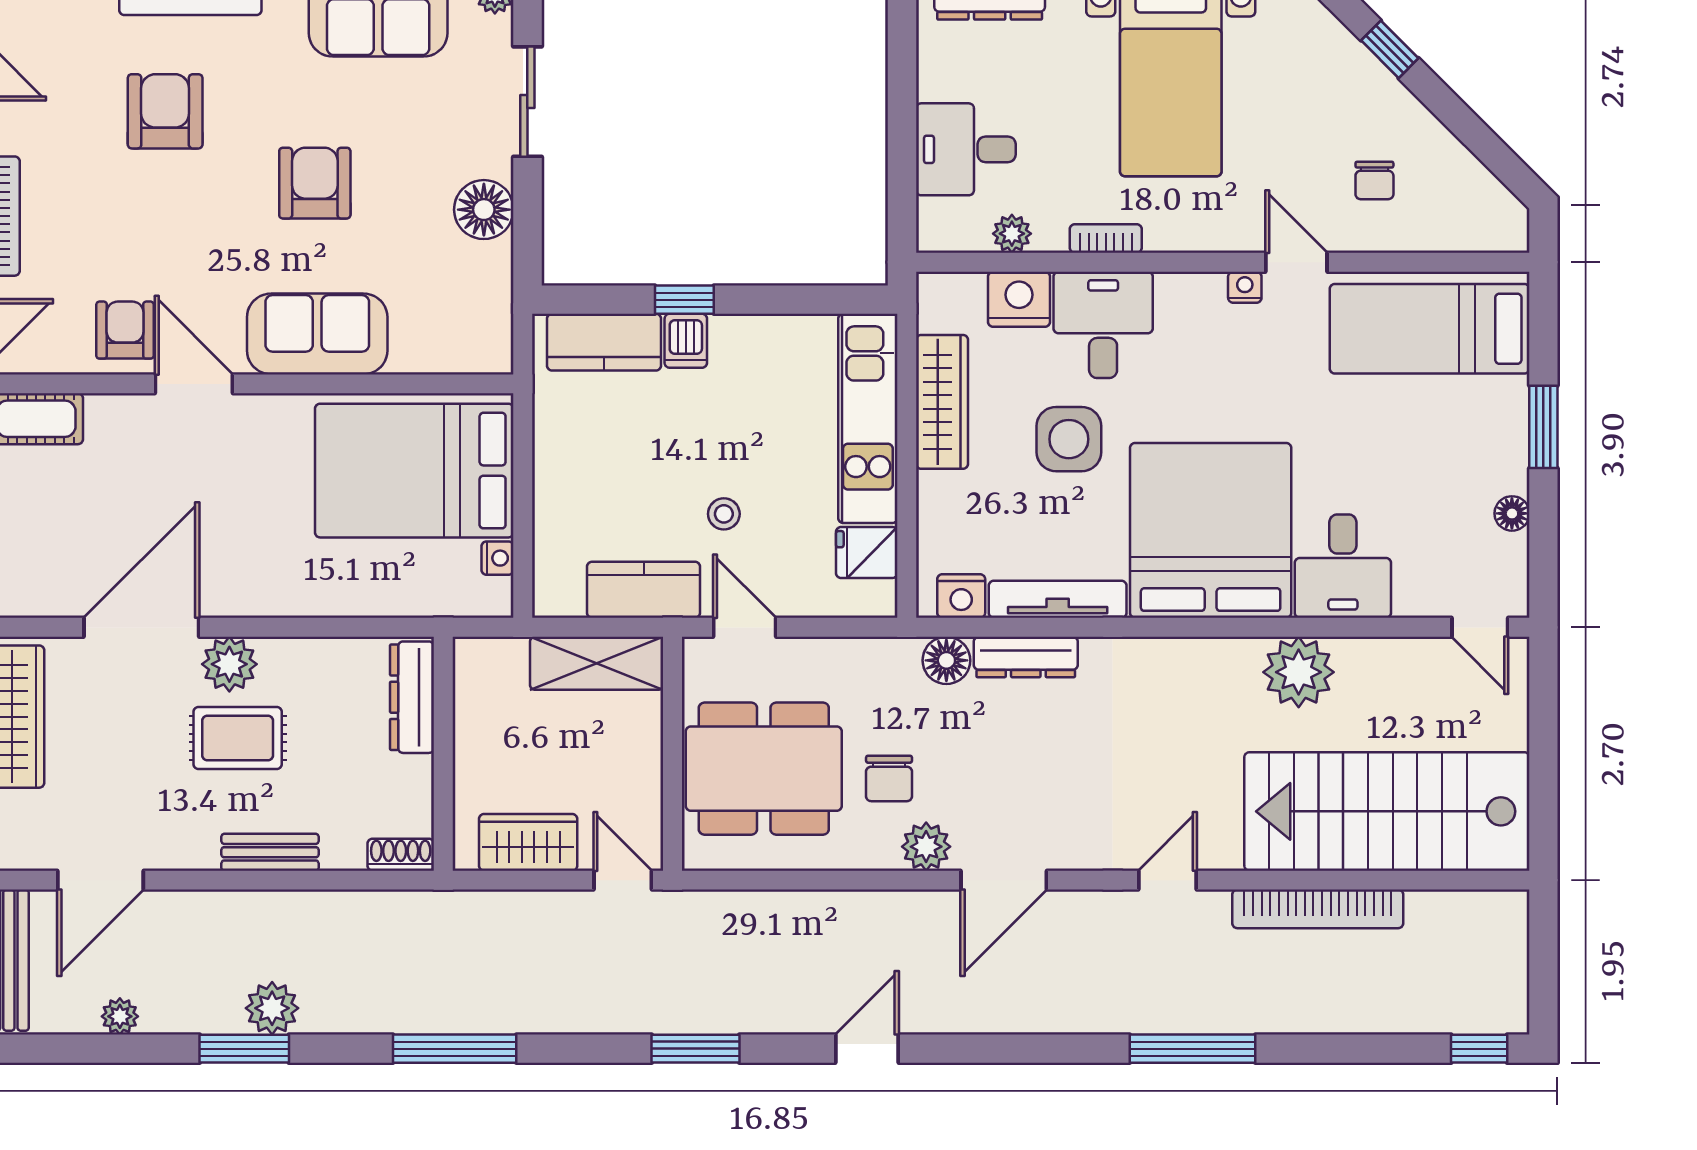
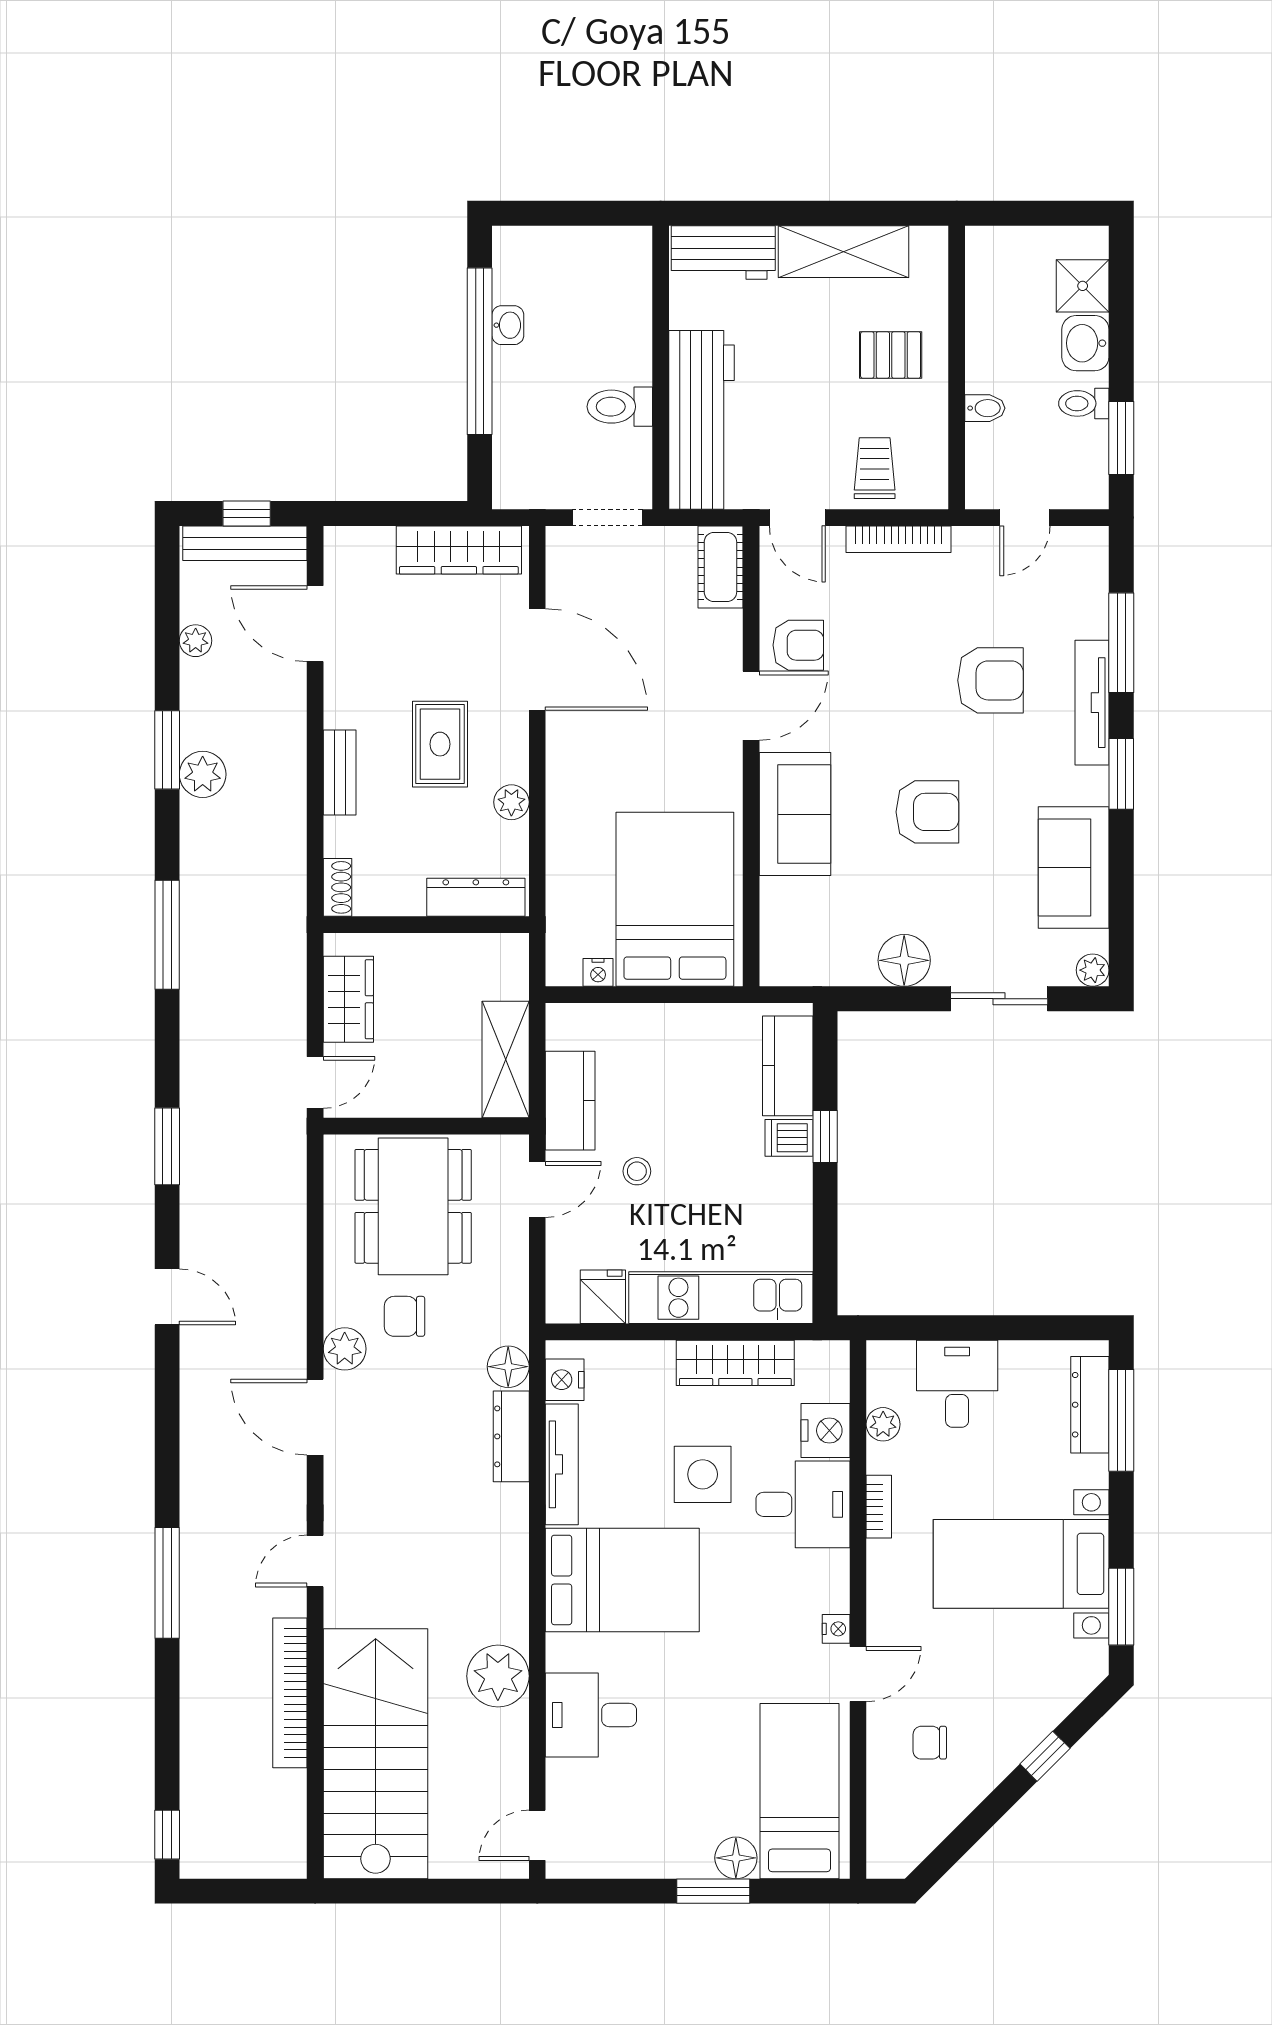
floor lamp: (1512, 513) -> (736, 1858), moved, width x1.37, depth x1.37
bed: (1211, 530) -> (622, 1580), width x0.73
plant: (229, 664) -> (511, 802), moved, width x0.73, depth x0.73
door: (1168, 880) -> (315, 1561), swing flipped

